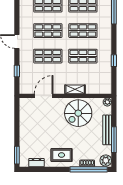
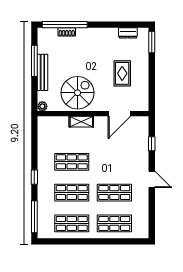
shop shelf: (48, 56) -> (114, 162), removed
window: (114, 61) -> (34, 177), moved
rug: (62, 155) -> (122, 73), moved, turned 90
plant: (106, 160) -> (44, 36), removed

